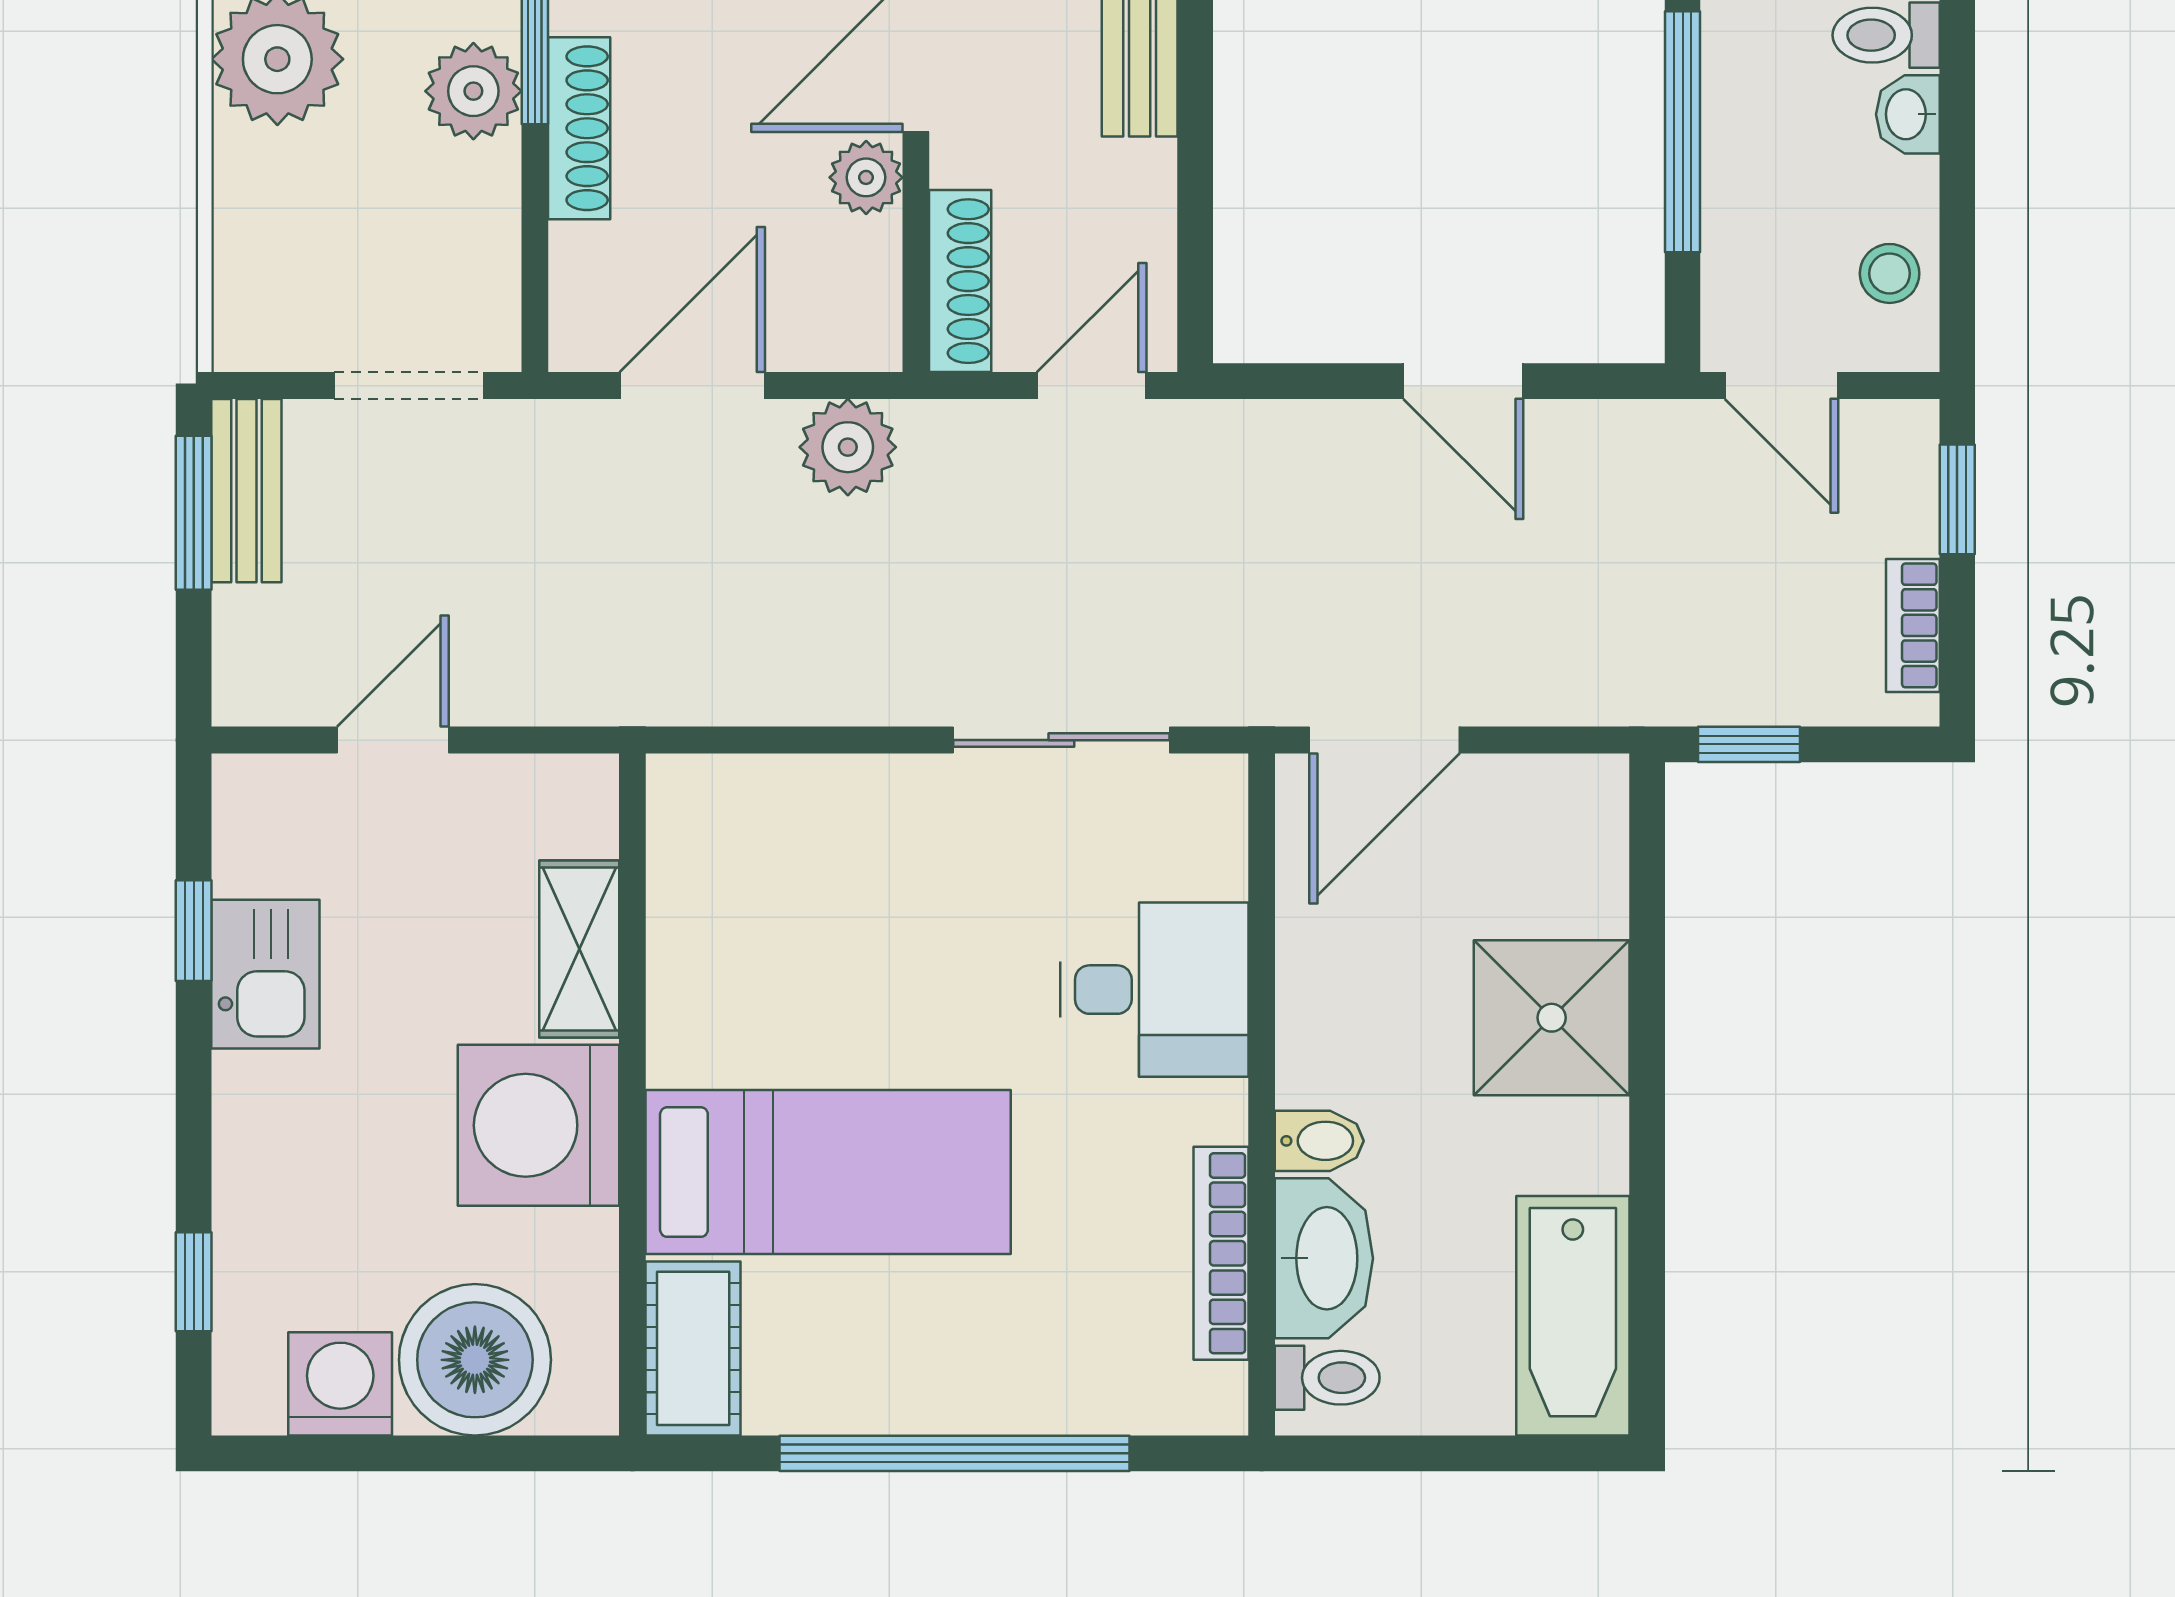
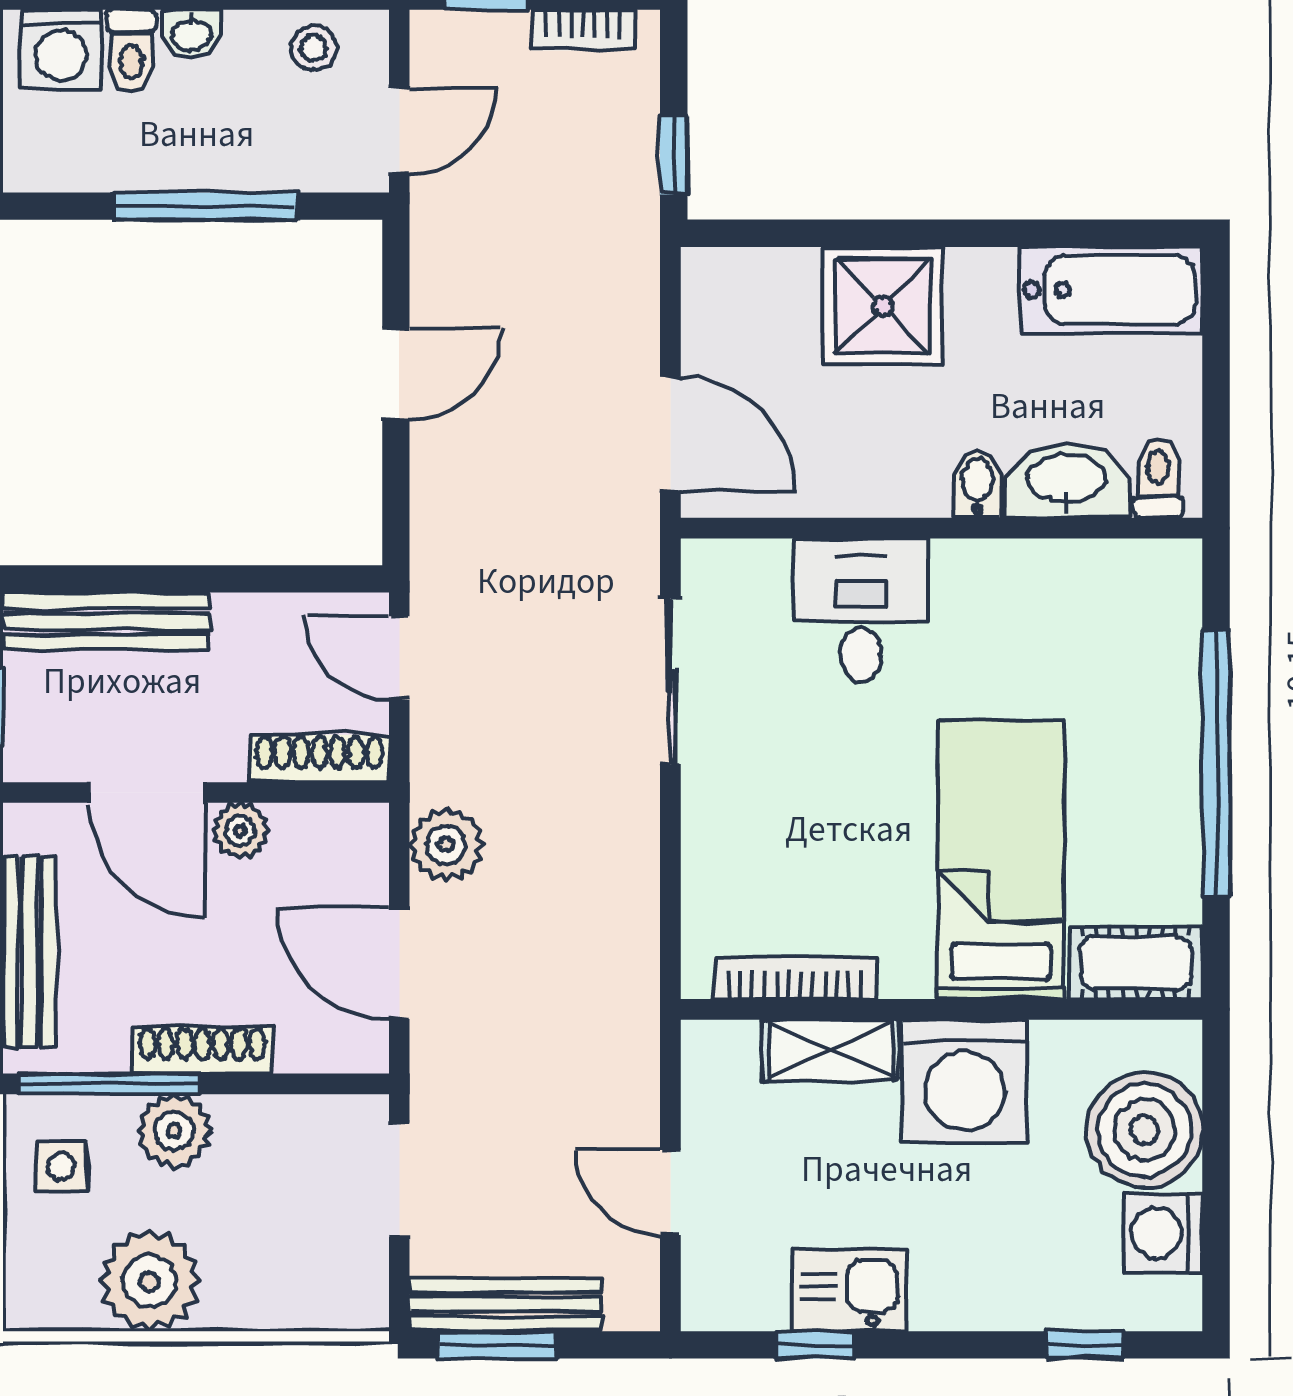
bench: (246, 491) -> (505, 1304), width x1.36
bookcase: (1221, 1253) -> (795, 978), moved, turned 180

